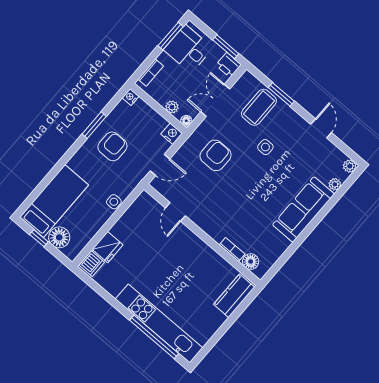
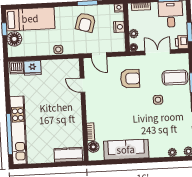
nightstand: (172, 134) -> (119, 27), moved
armchair: (112, 146) -> (86, 22), turned 106
sofa: (303, 209) -> (126, 150), moved
door: (175, 212) -> (82, 85), hinge flipped

